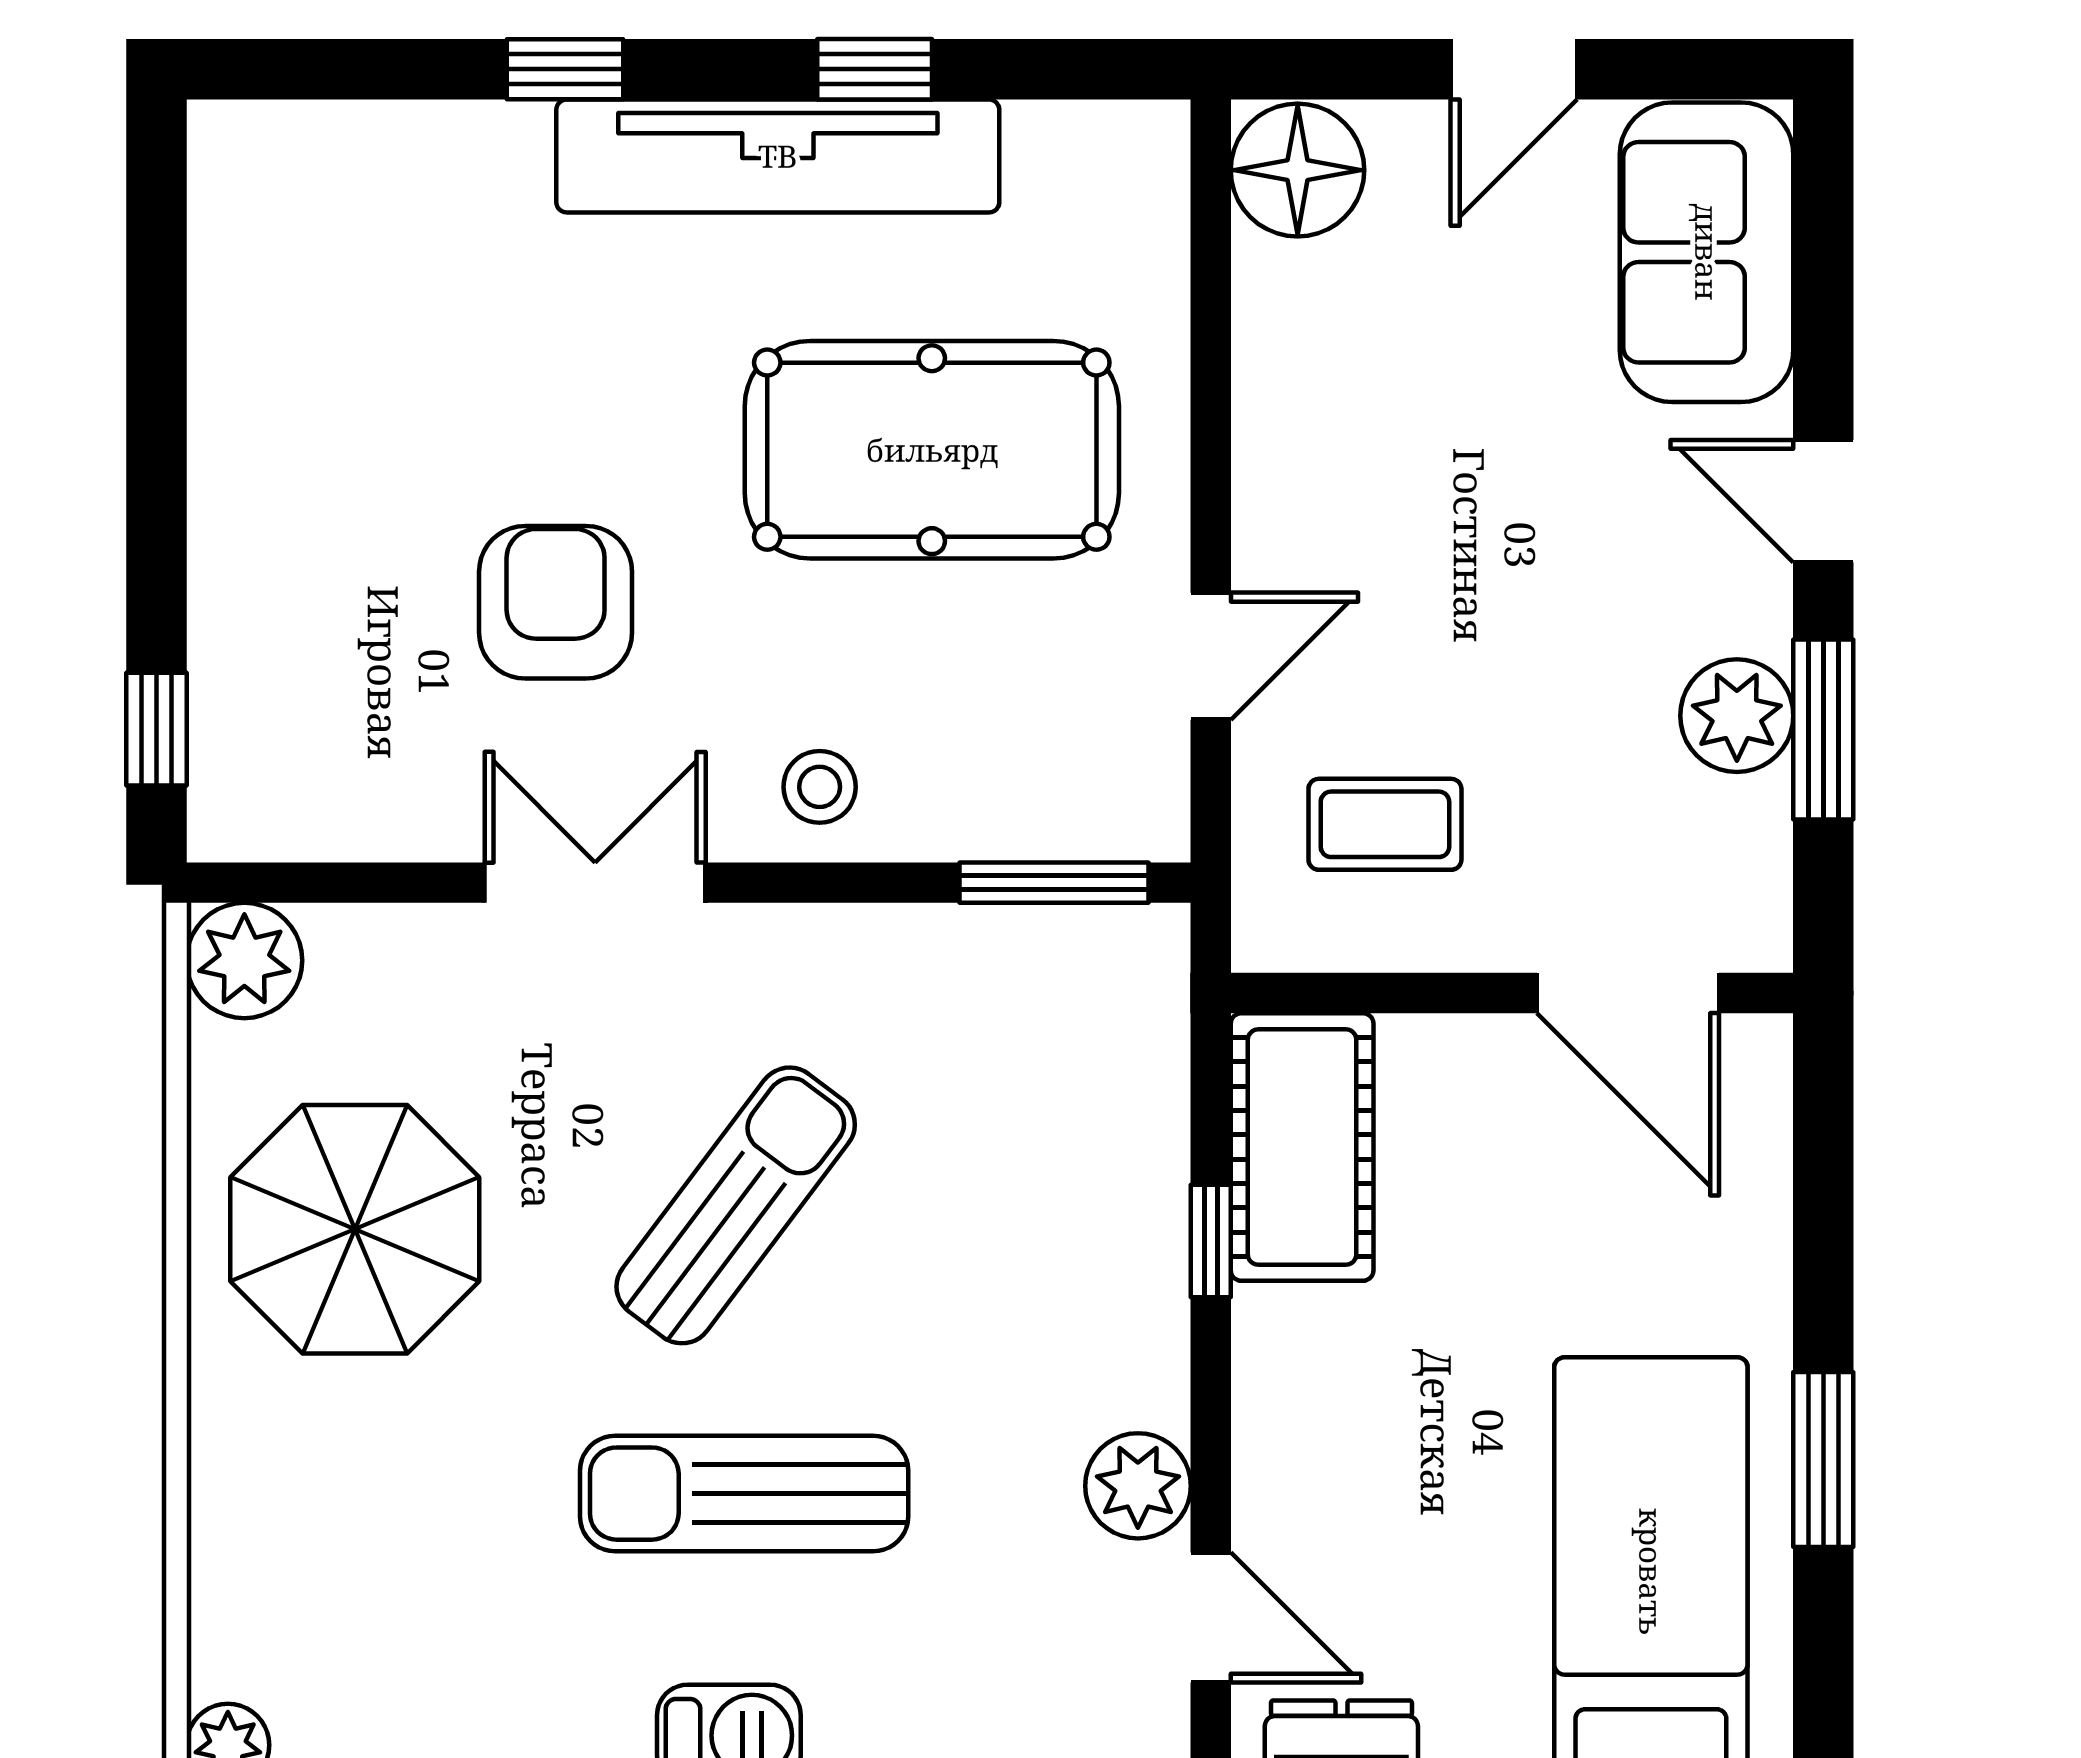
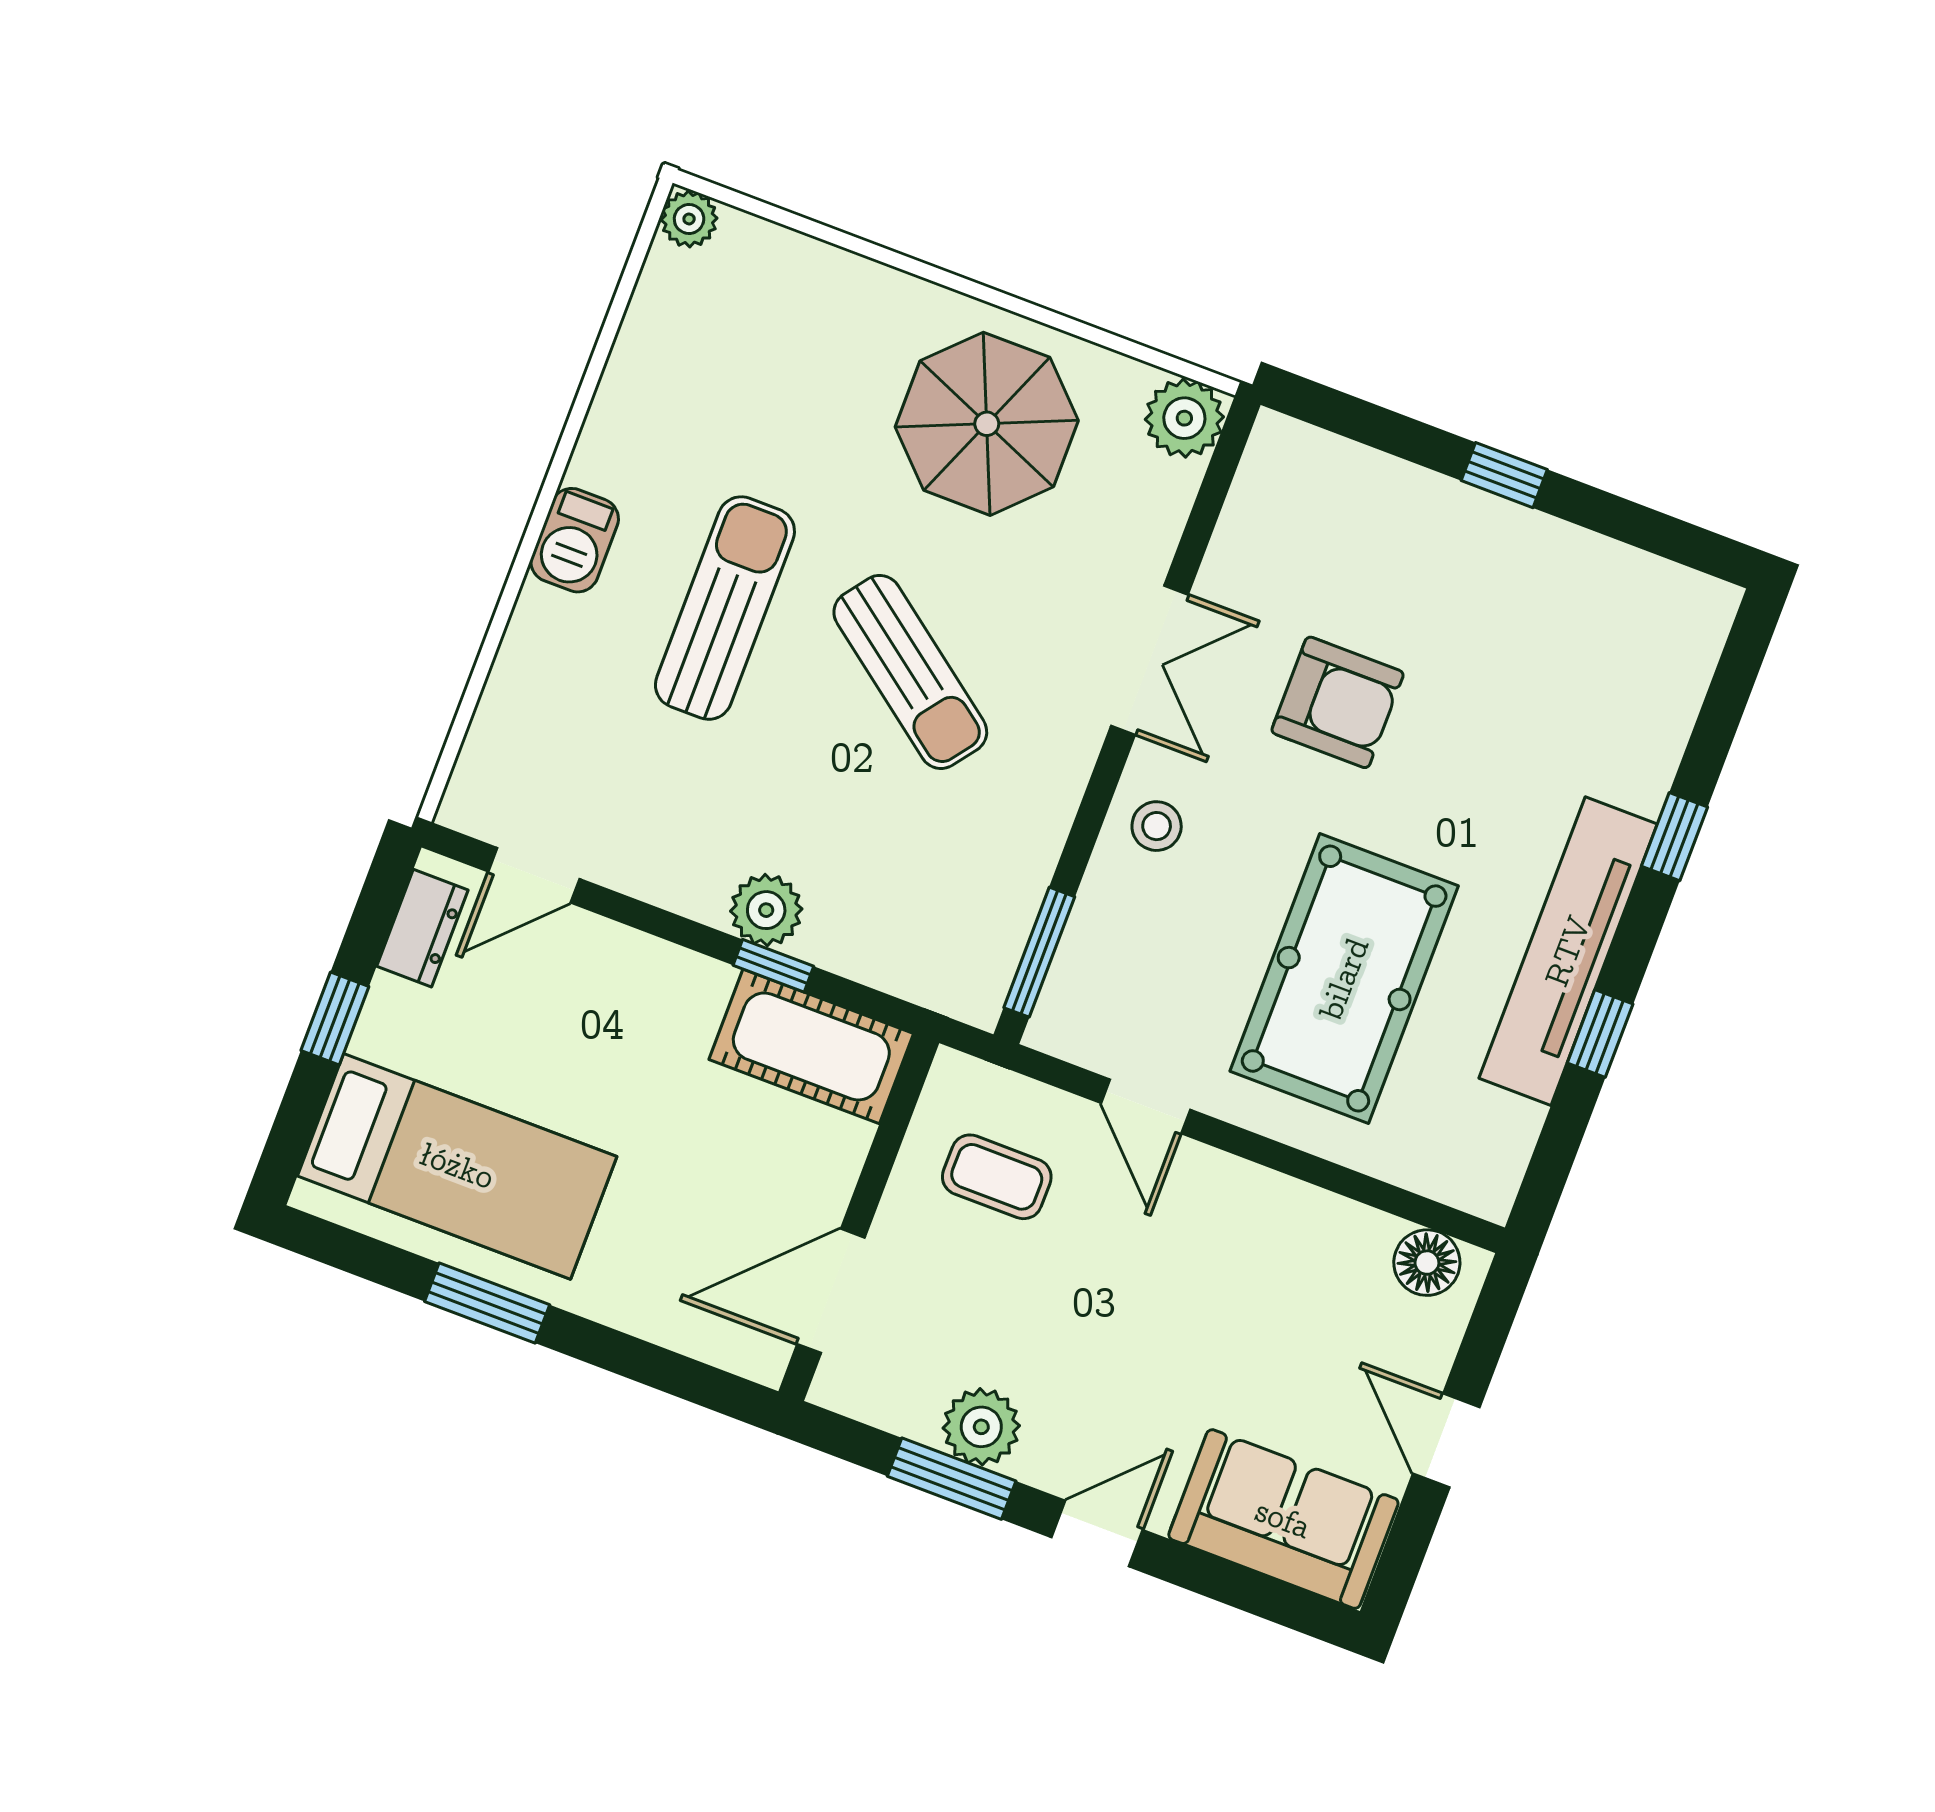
floor lamp: (1298, 170) -> (1427, 1263), width x0.73, depth x0.73
window: (156, 729) -> (1504, 475), moved
coffee table: (1385, 824) -> (997, 1177), turned 90
plant: (1138, 1486) -> (766, 910), moved

